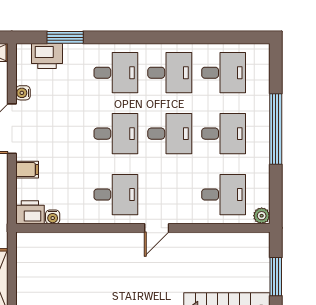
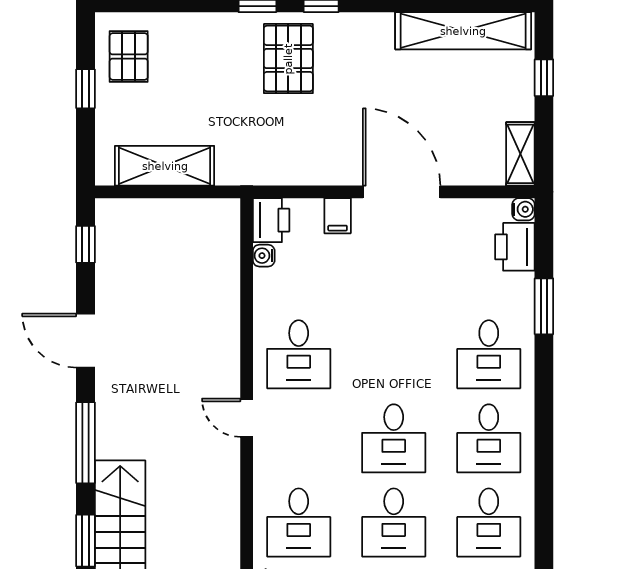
window: (65, 37) -> (544, 306), moved
water cooler: (23, 93) -> (523, 209), moved, turned 90
desk: (116, 134) -> (394, 354), removed

